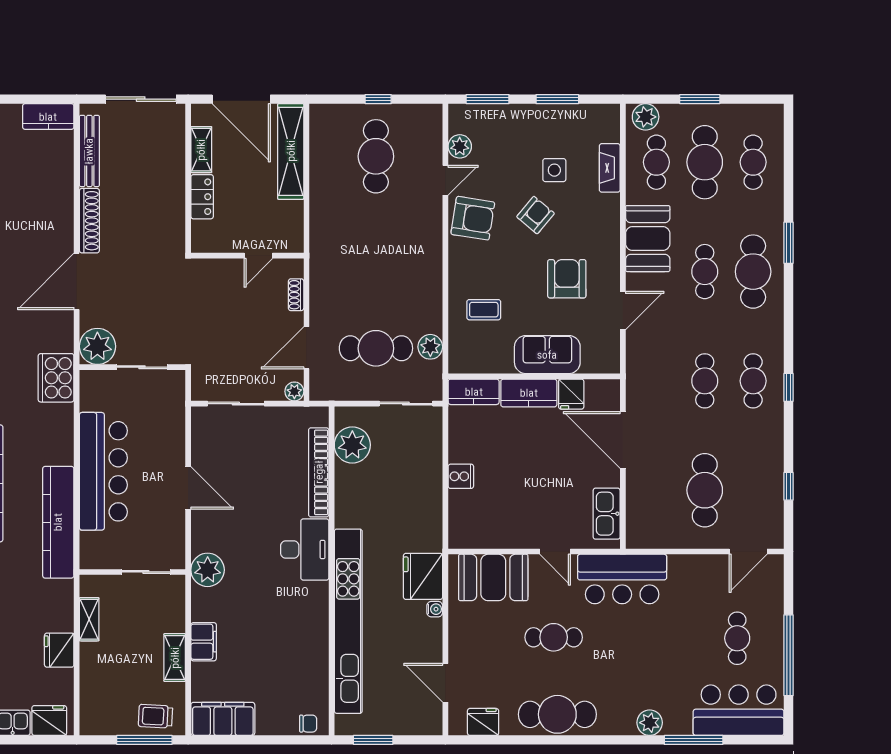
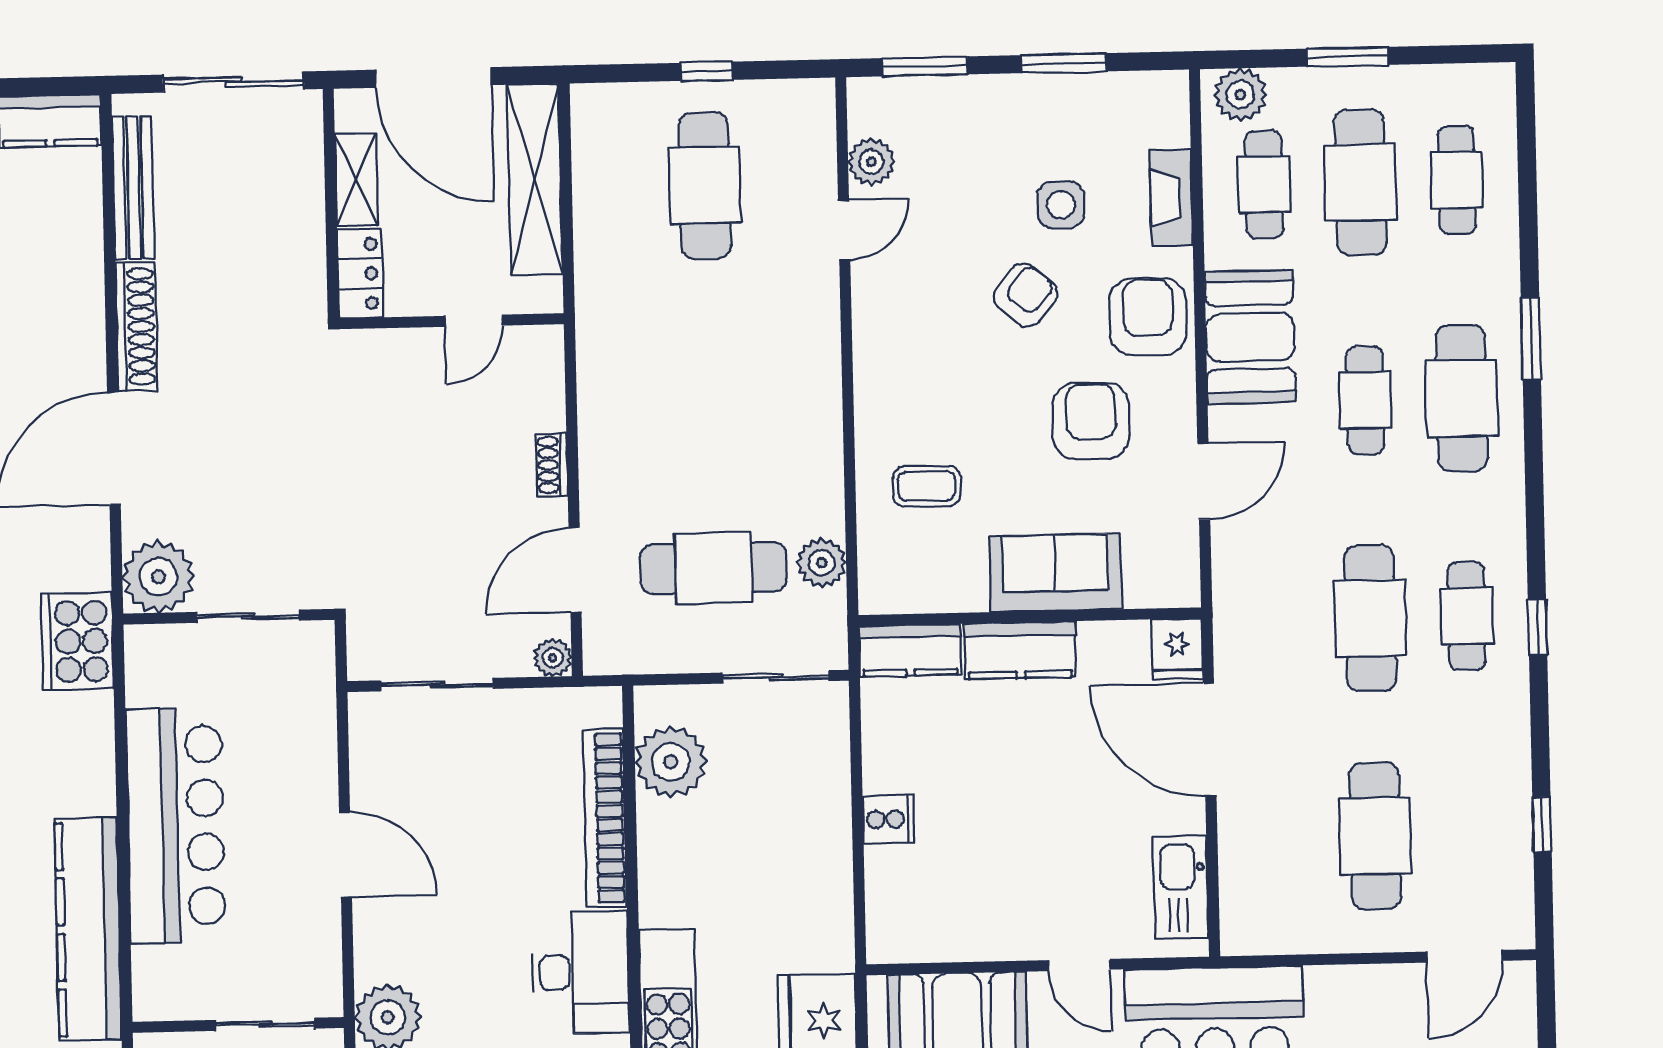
armchair: (473, 218) -> (1148, 317), moved, turned -99
wall: (247, 256) -> (451, 321), moved
door: (258, 256) -> (473, 321), moved
cafe table: (705, 381) -> (1370, 618), width x1.37, depth x1.35
fridge: (571, 394) -> (1177, 649), moved

